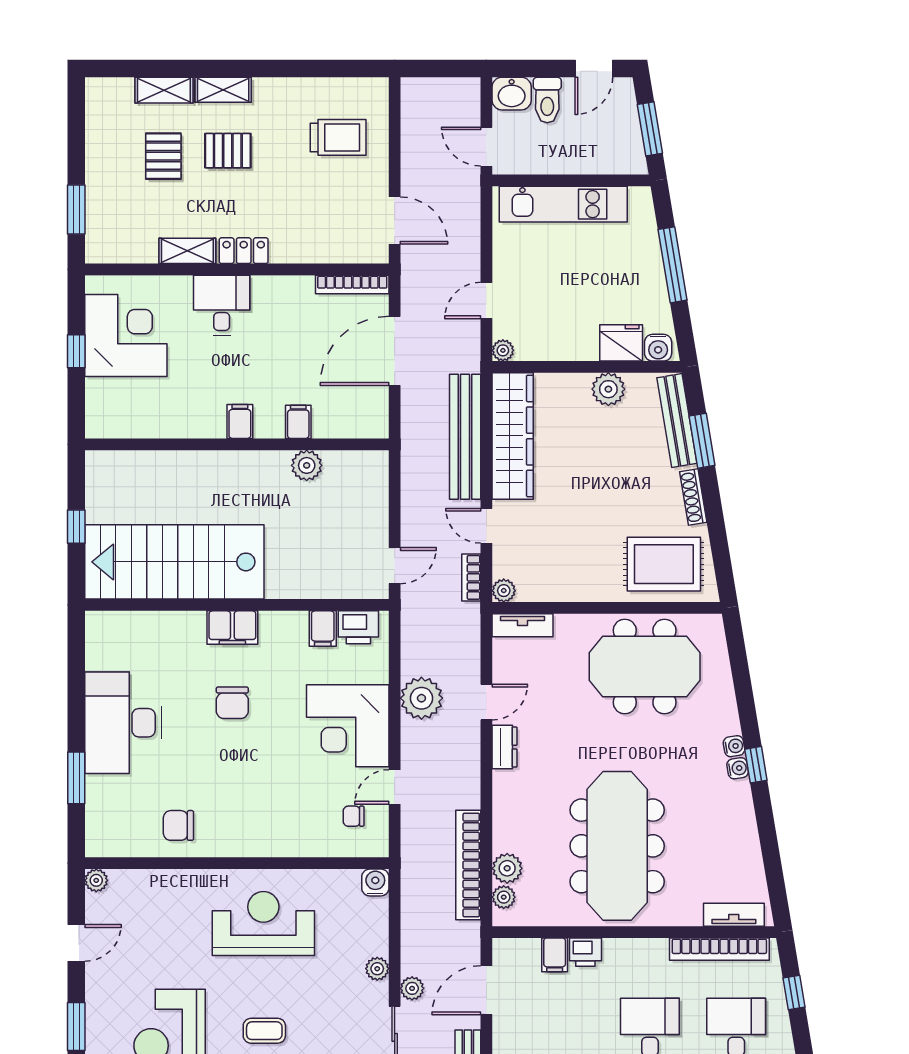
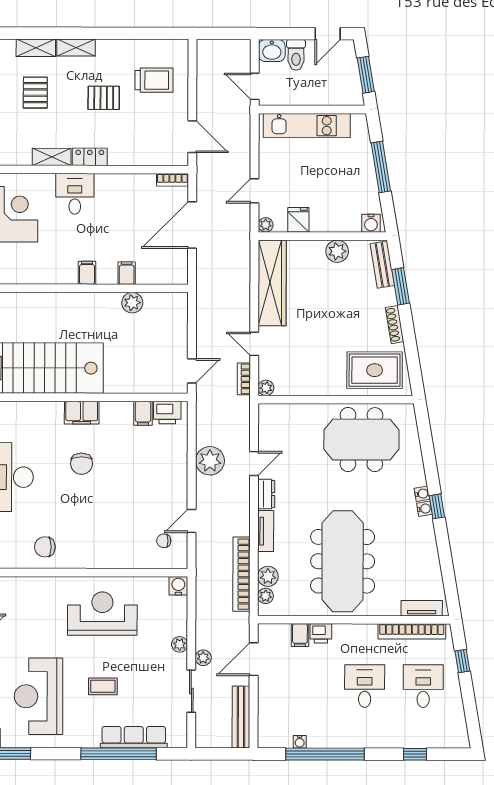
pallet: (228, 151) -> (104, 98), moved
bookcase: (352, 284) -> (172, 180), width x0.64
fridge: (621, 343) -> (298, 220), moved, width x0.72
bench: (677, 421) -> (382, 265), width x0.73
bench: (465, 437) -> (240, 283), removed
tv unit: (523, 625) -> (266, 531), moved, turned -90
corner desk: (348, 726) -> (160, 479), removed

